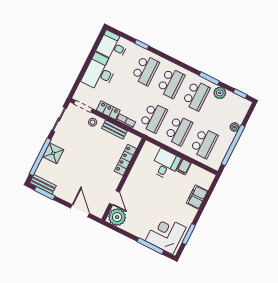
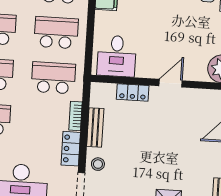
locker: (125, 160) -> (133, 92), width x0.66
desk: (165, 164) -> (117, 56), moved, turned -90
door: (114, 198) -> (171, 83), moved

